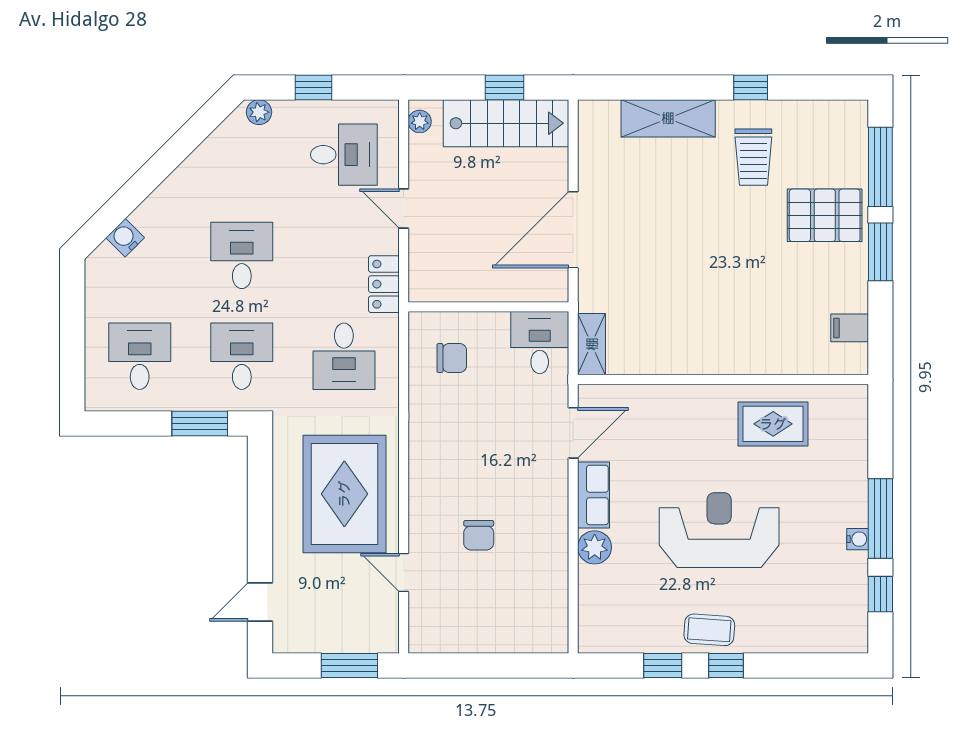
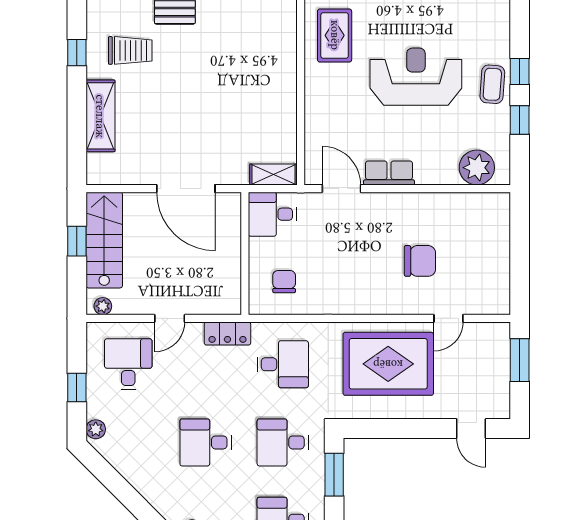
reception desk: (719, 530) -> (416, 77), turned 90
chair: (479, 535) -> (420, 261), width x1.37, depth x1.37
plant: (595, 547) -> (477, 168), moved, width x1.36, depth x1.36

